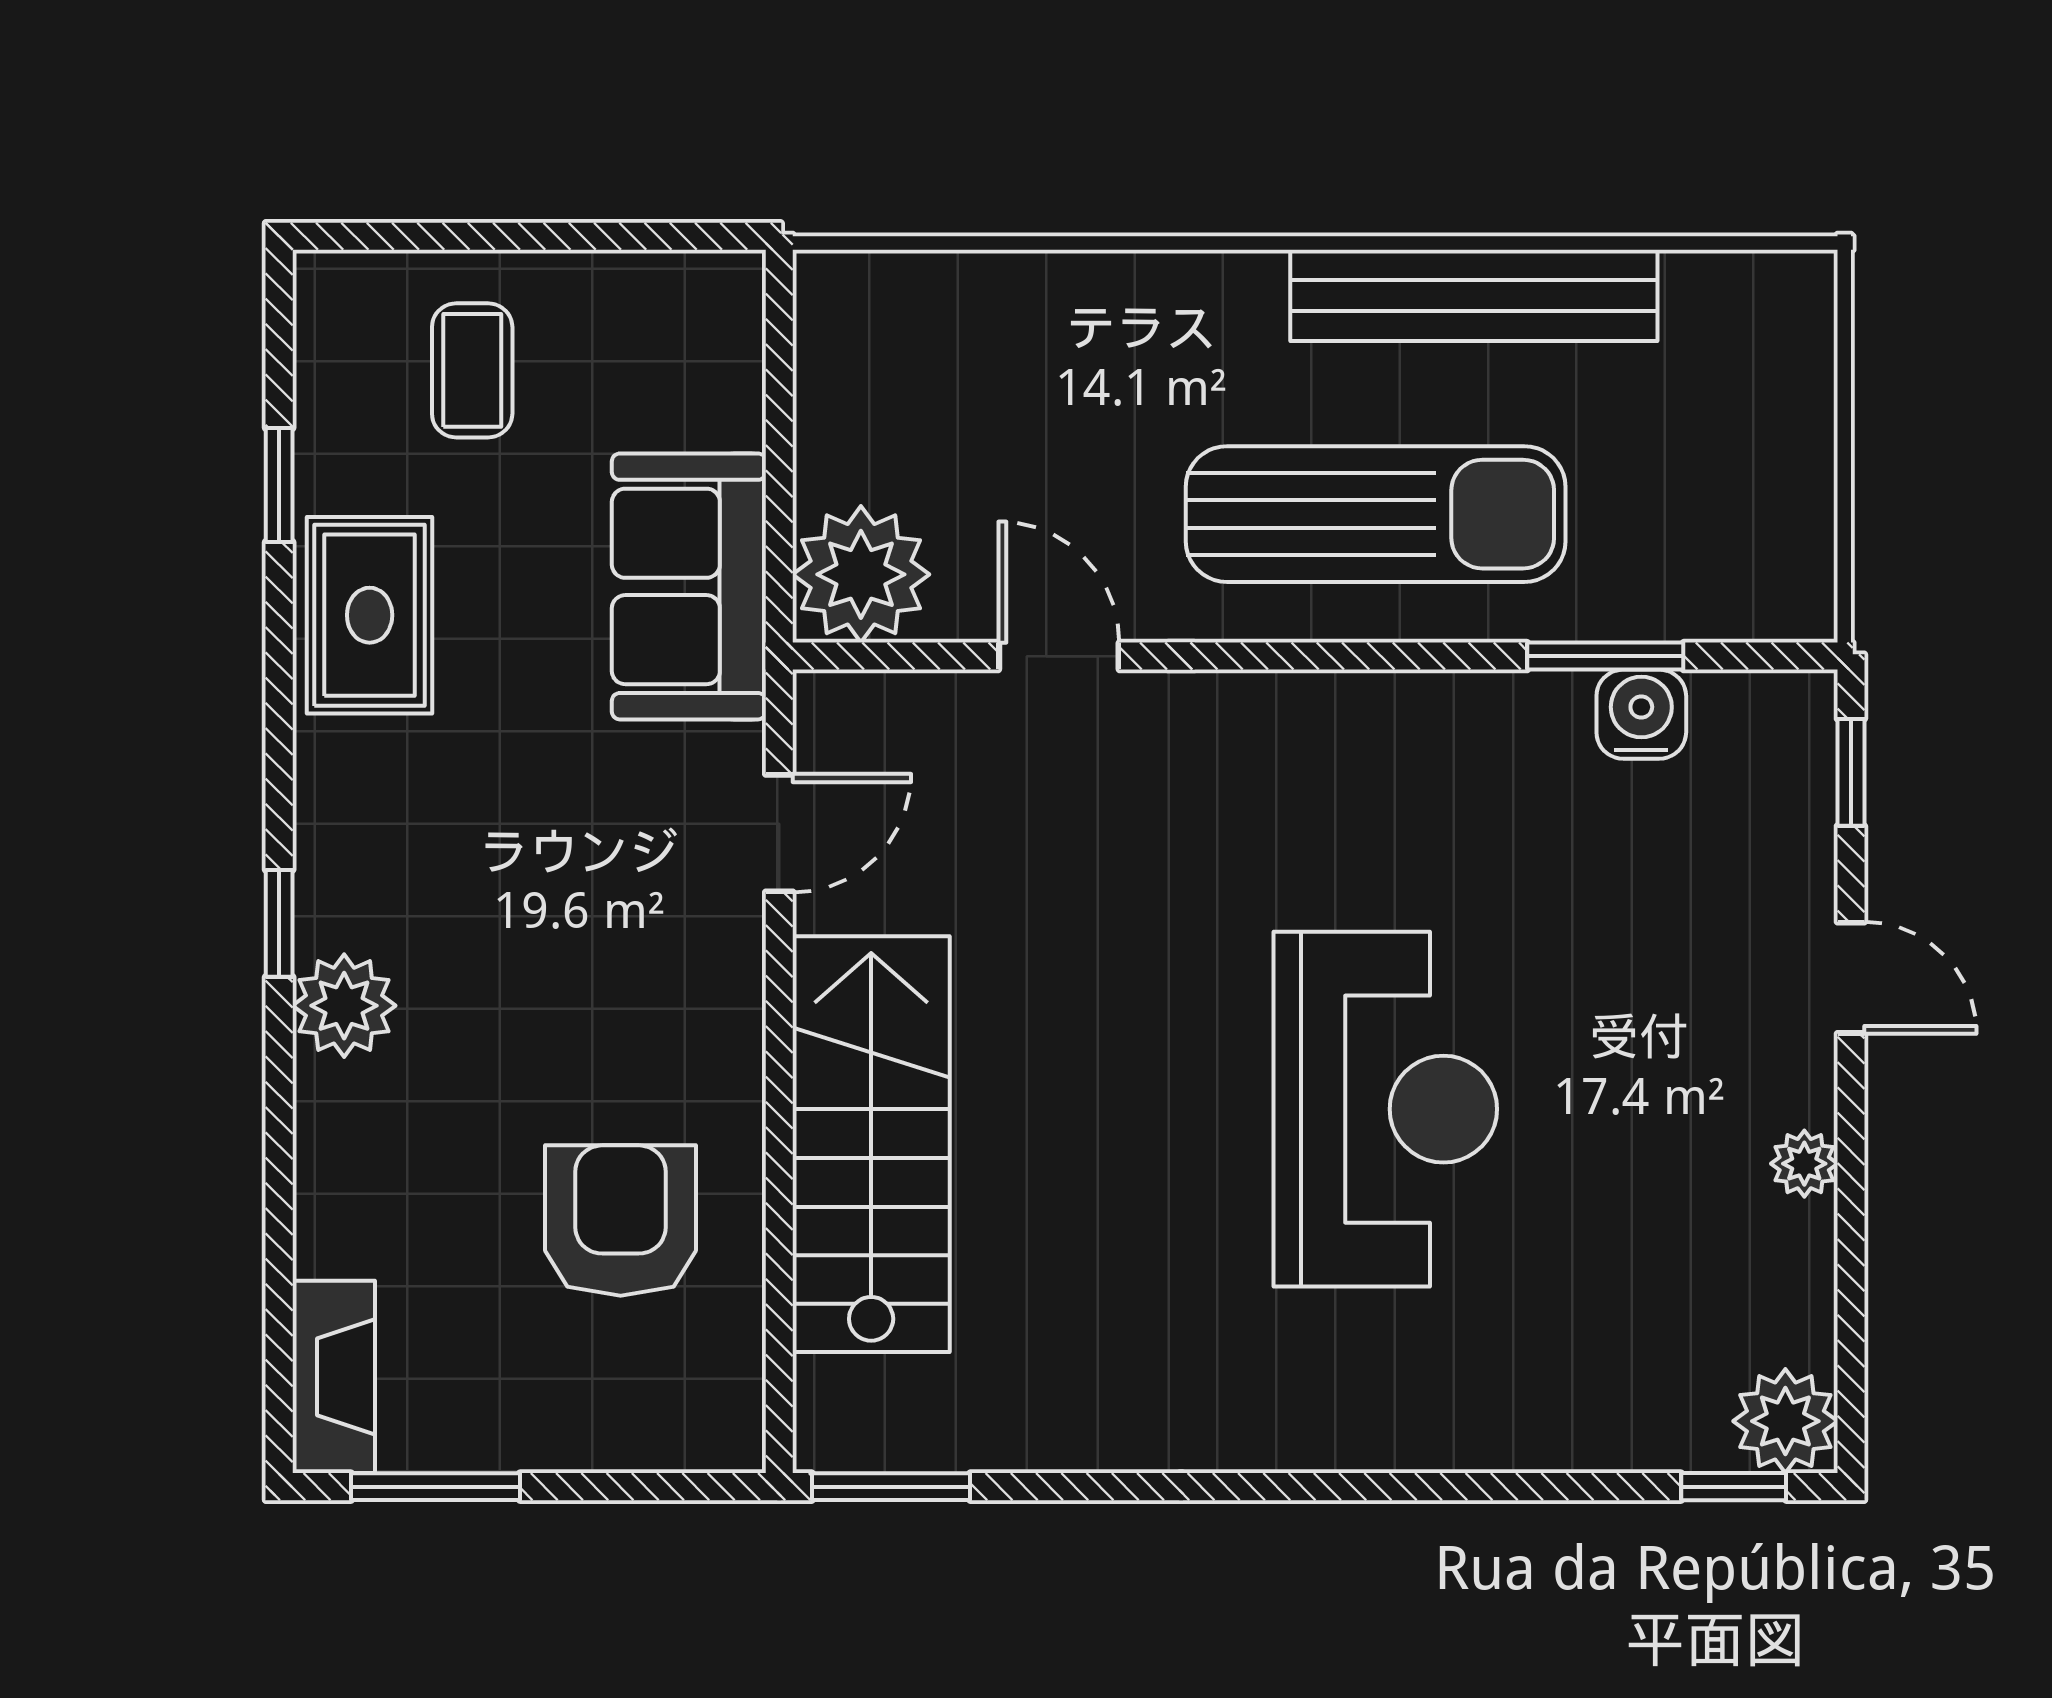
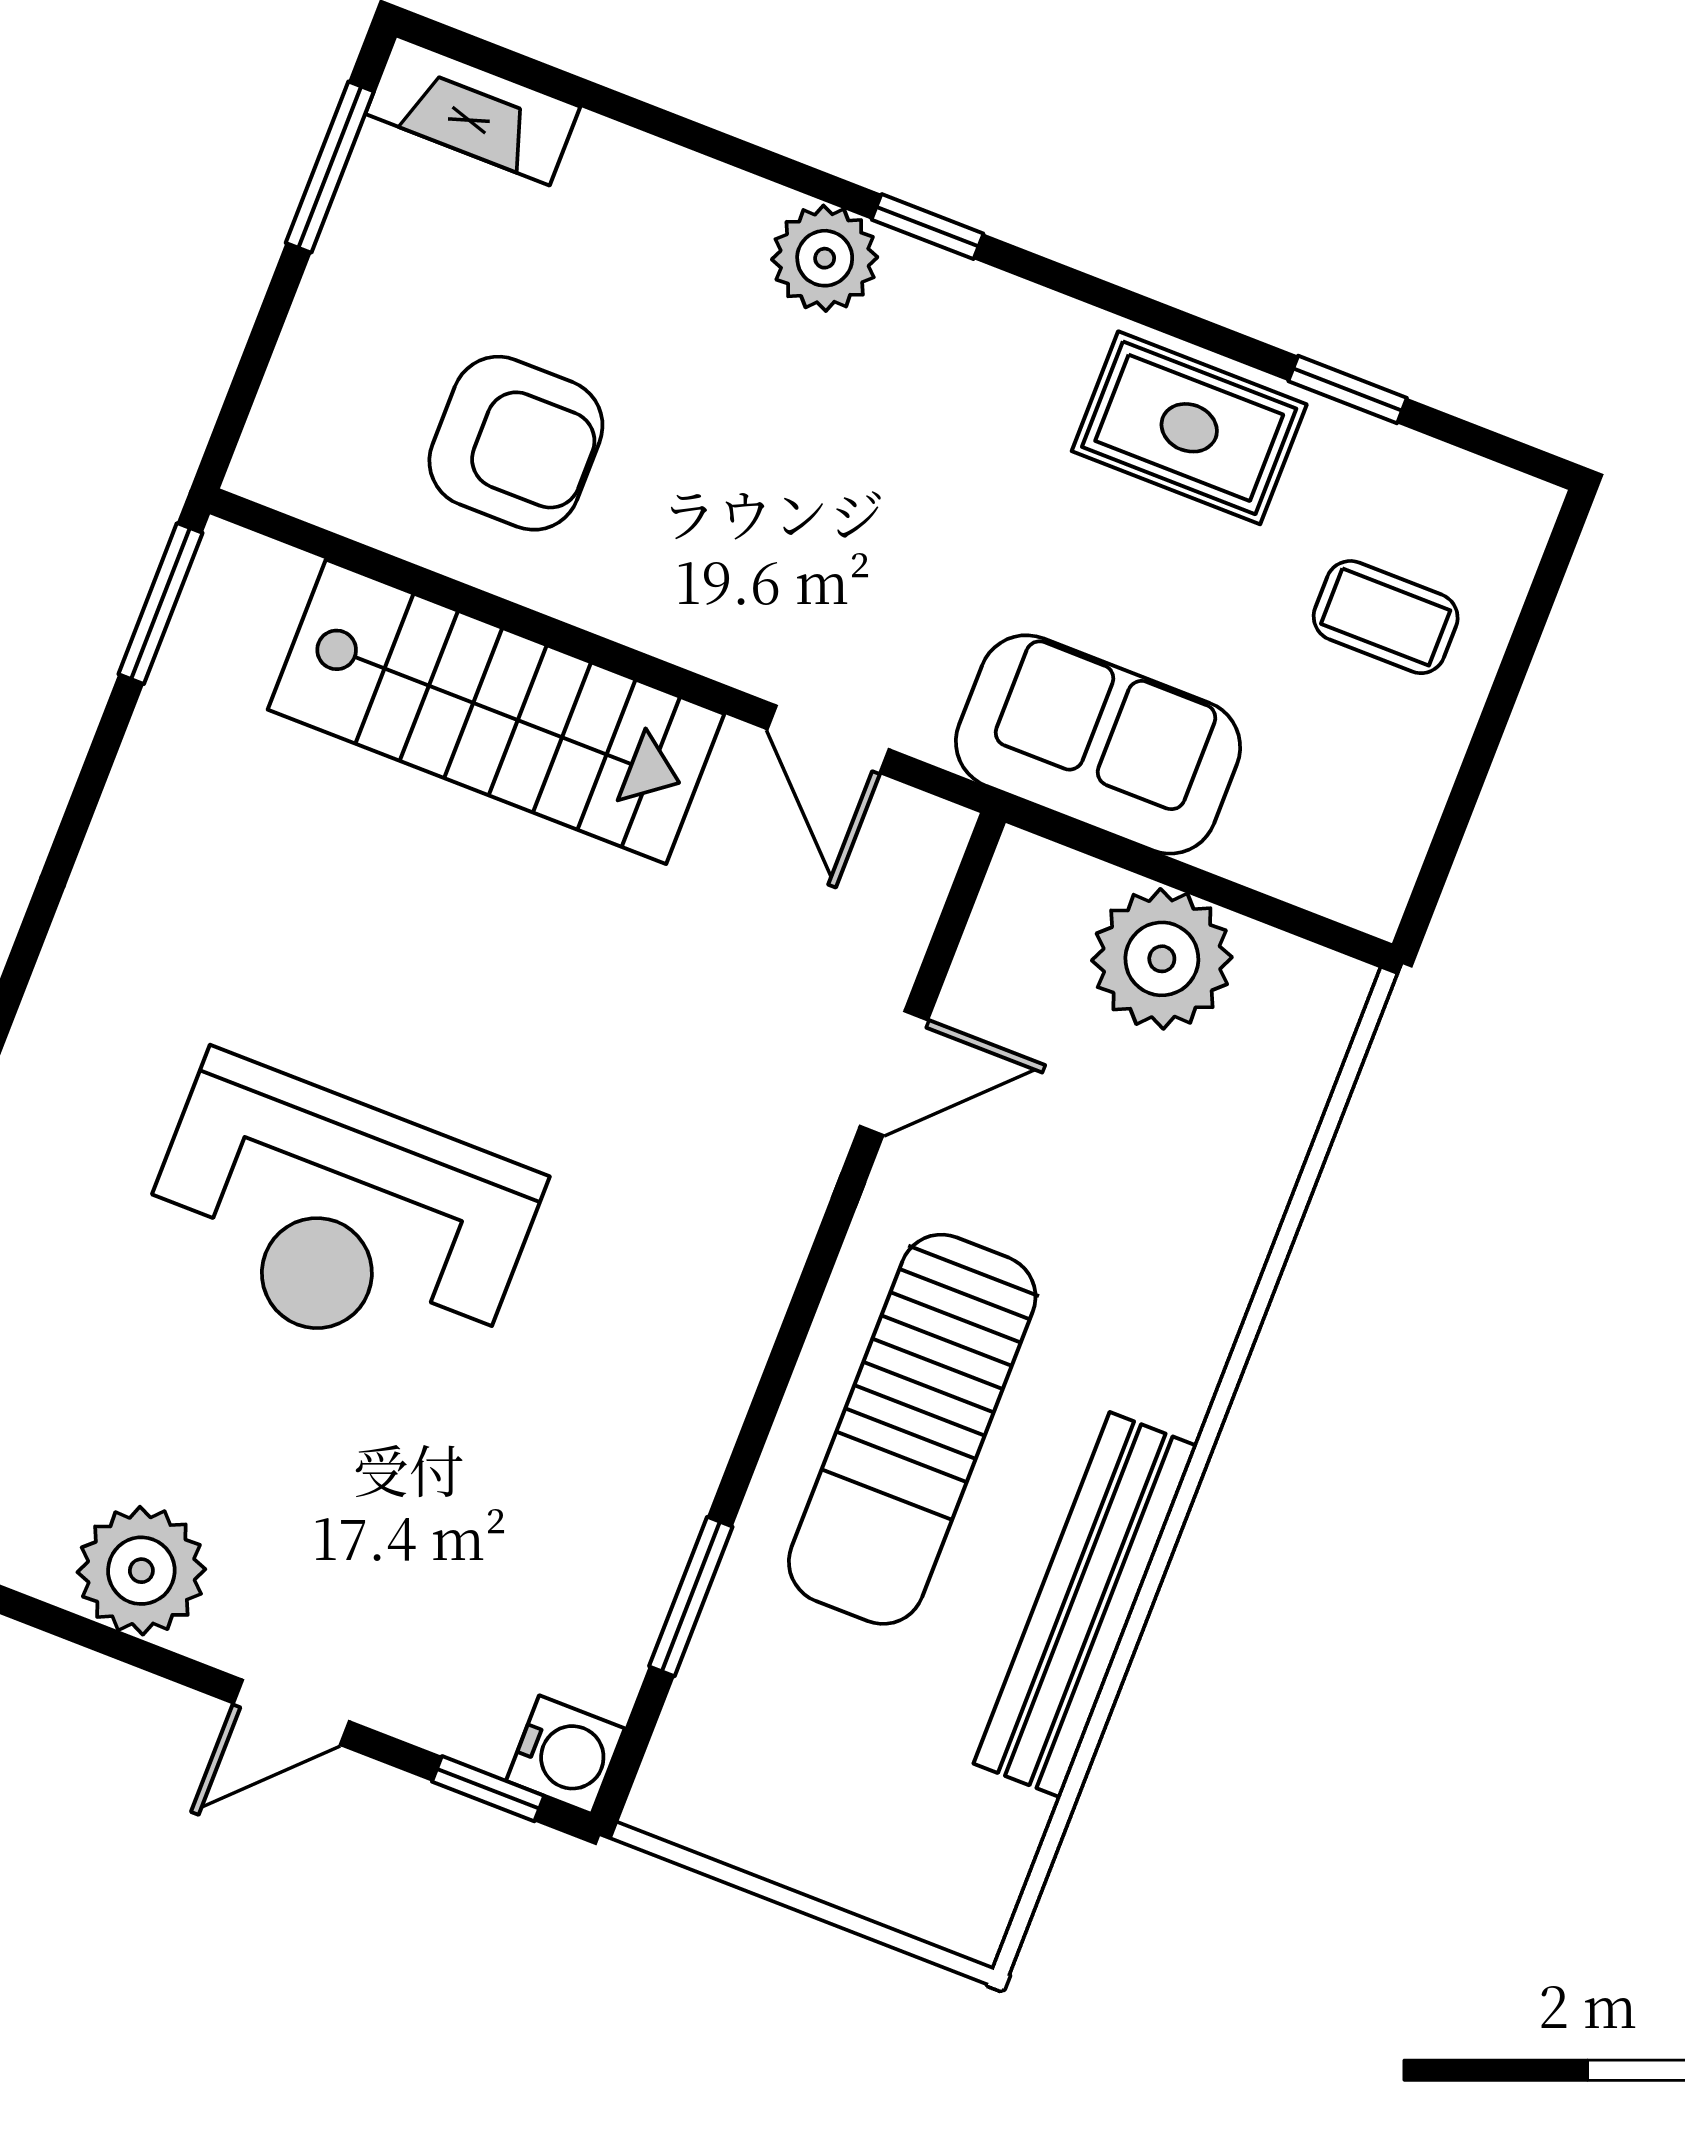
plant: (861, 574) -> (1162, 959), moved
water cooler: (1641, 714) -> (565, 1755), moved
plant: (1804, 1164) -> (141, 1571), width x1.88, depth x1.88

